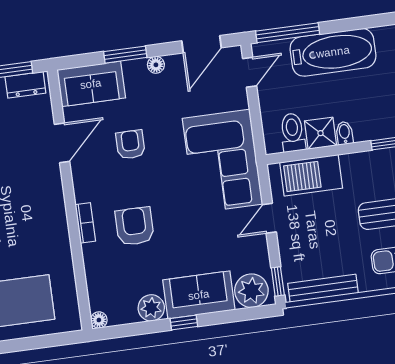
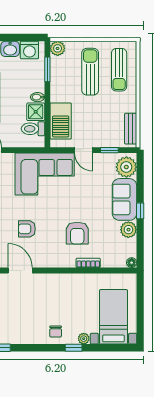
bookcase: (85, 223) -> (88, 263), moved
armchair: (135, 226) -> (77, 233), turned -90
window: (278, 281) -> (109, 150), moved
bench: (323, 288) -> (131, 129), width x0.73

